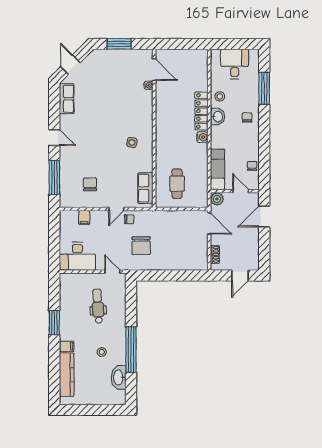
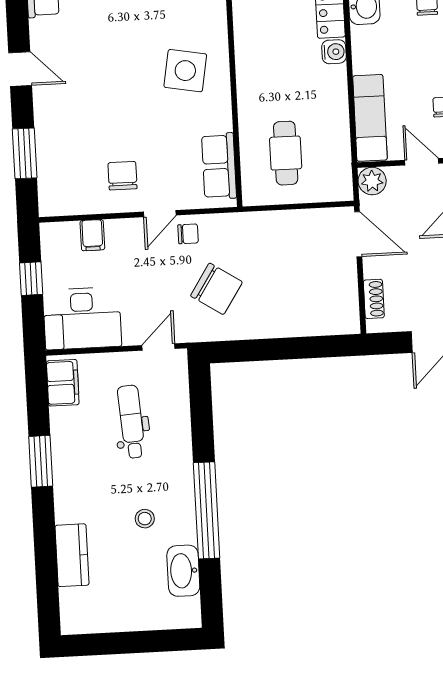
side table: (132, 142) -> (185, 71), width x1.87, depth x1.87
window: (54, 177) -> (25, 153), width x0.69
chair: (90, 184) -> (122, 176), moved
window: (54, 236) -> (31, 279), added
chair: (141, 246) -> (216, 289), turned -56
door: (112, 272) -> (158, 347), hinge flipped
filing cabinet: (67, 346) -> (63, 383), moved, width x2.00
kitchen counter: (67, 375) -> (72, 555), width x0.67

